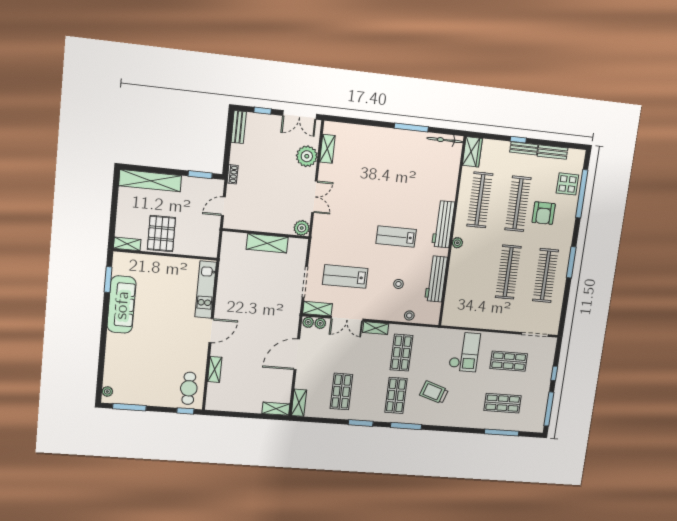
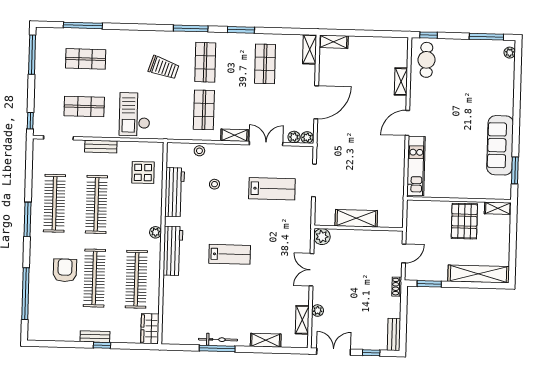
bicycle: (445, 140) -> (218, 340), moved
bench: (553, 152) -> (101, 146), moved
plant: (307, 156) -> (318, 311), width x0.53, depth x0.53
display table: (567, 184) -> (143, 173), moved
lab bench: (396, 237) -> (230, 254), moved
shelving: (318, 309) -> (266, 340), moved
window: (554, 373) -> (30, 121), moved

